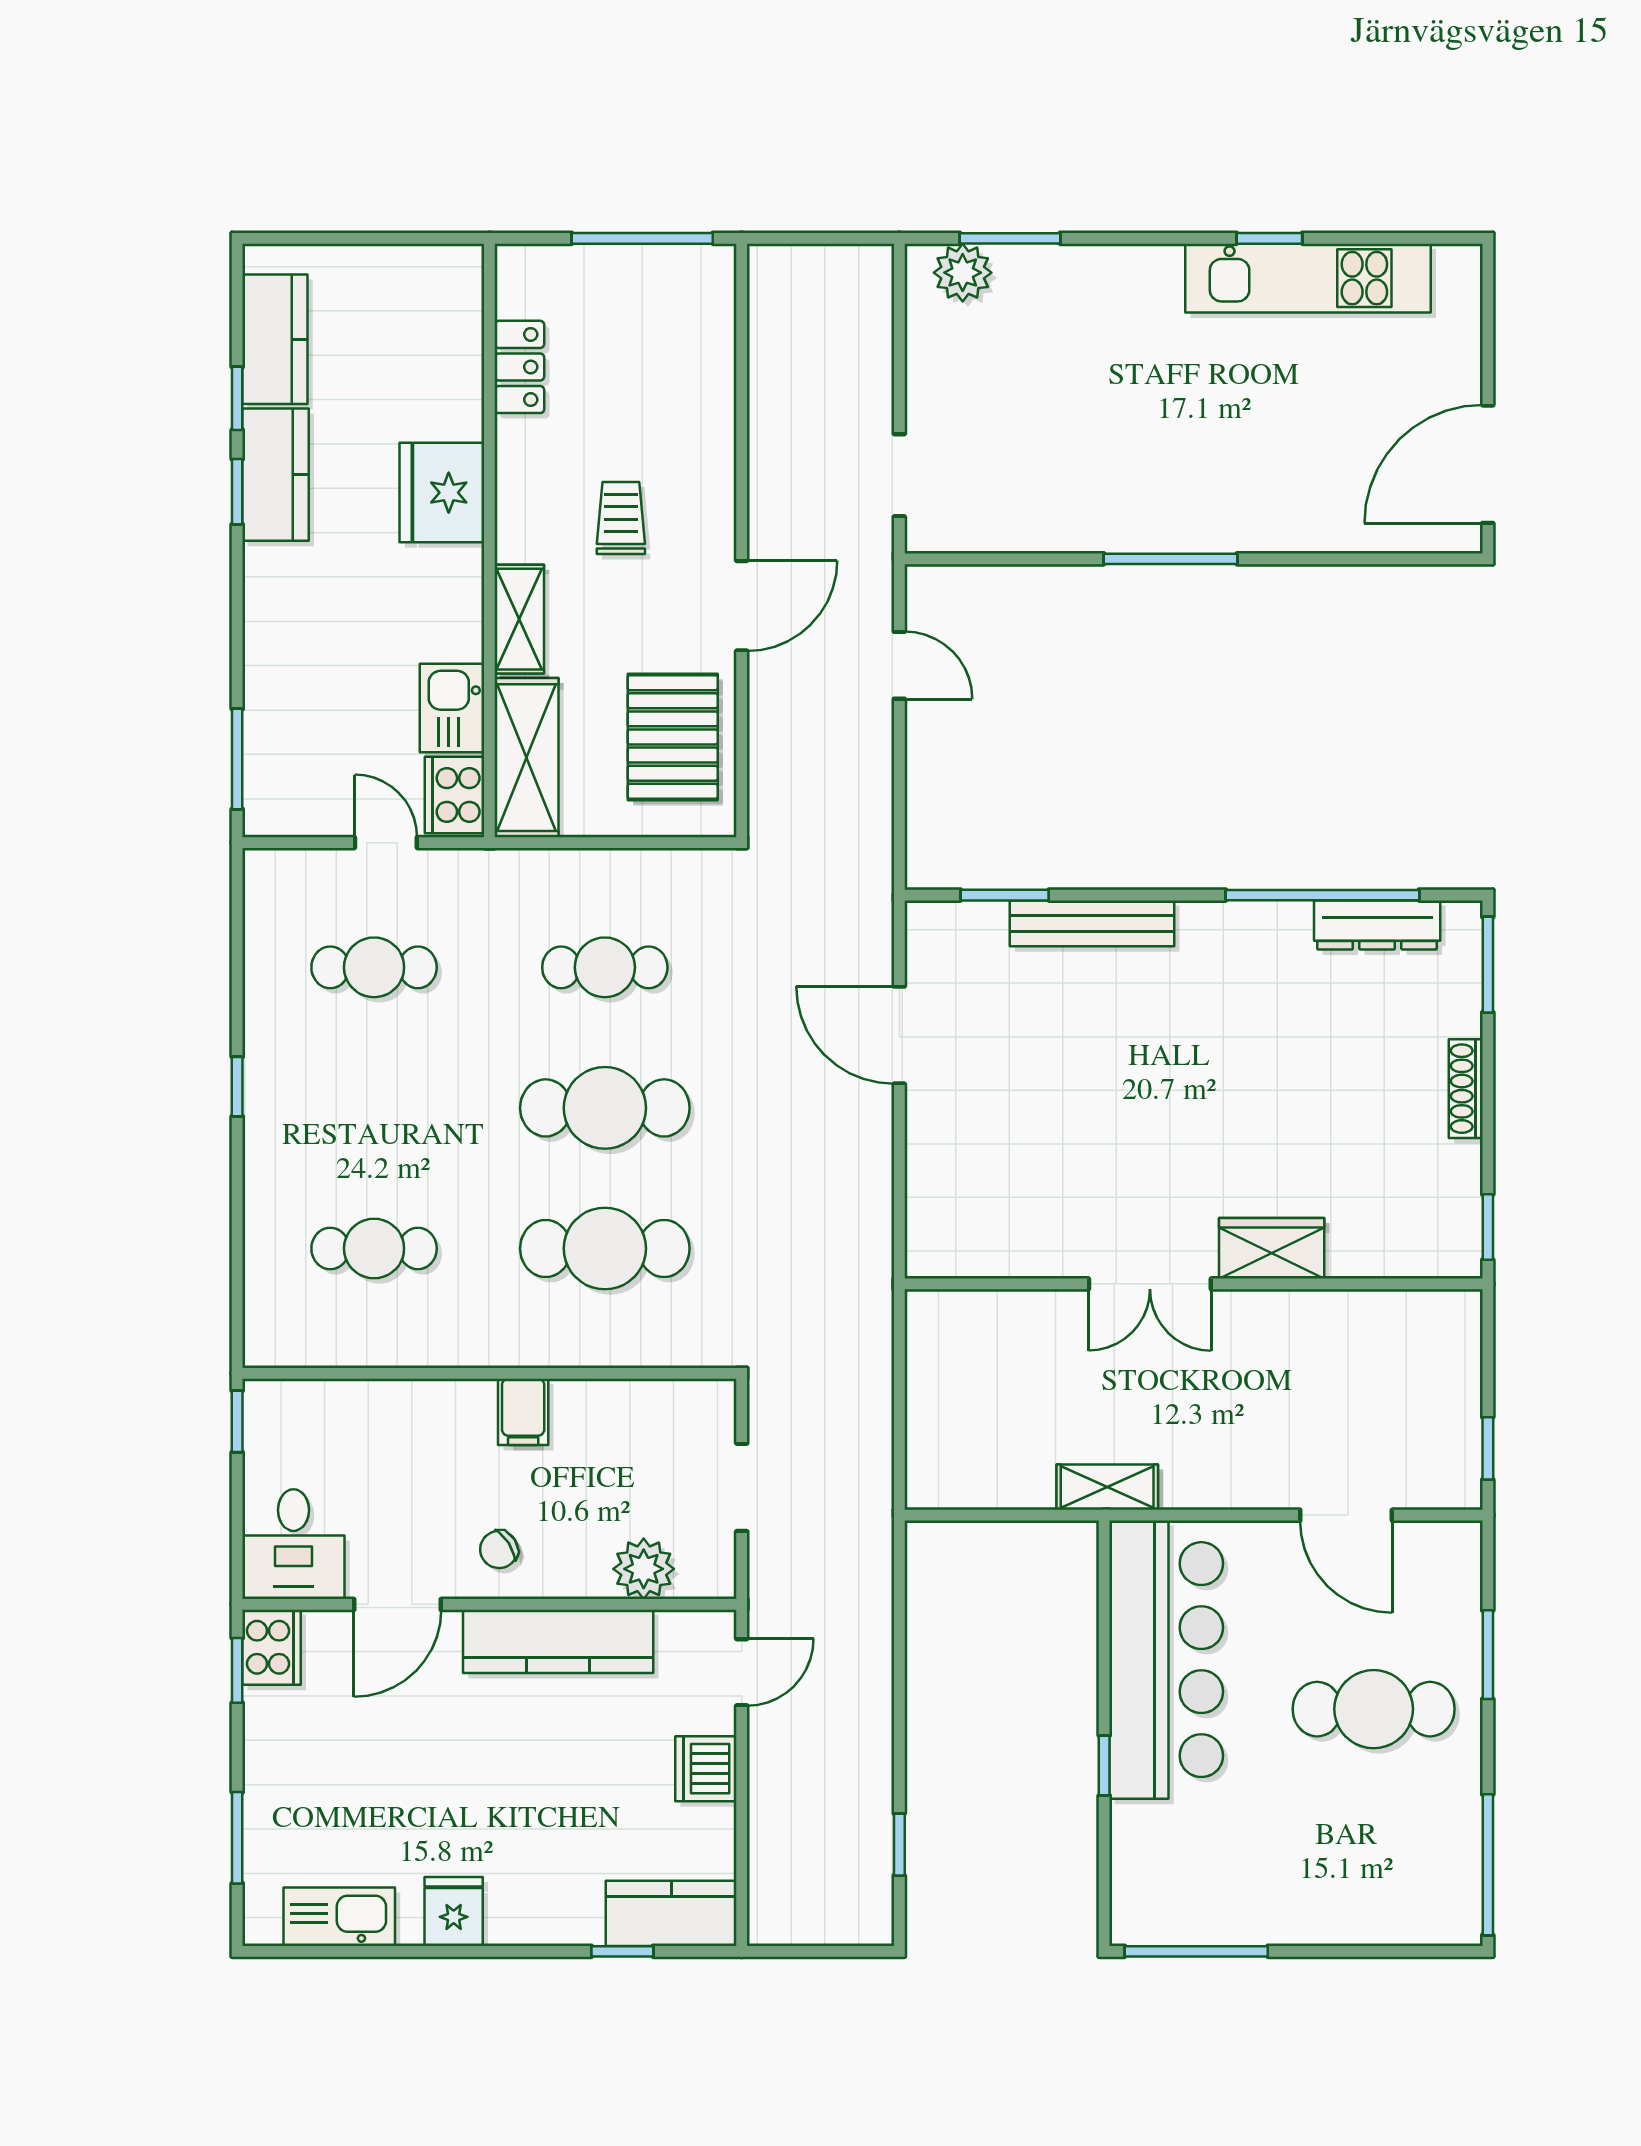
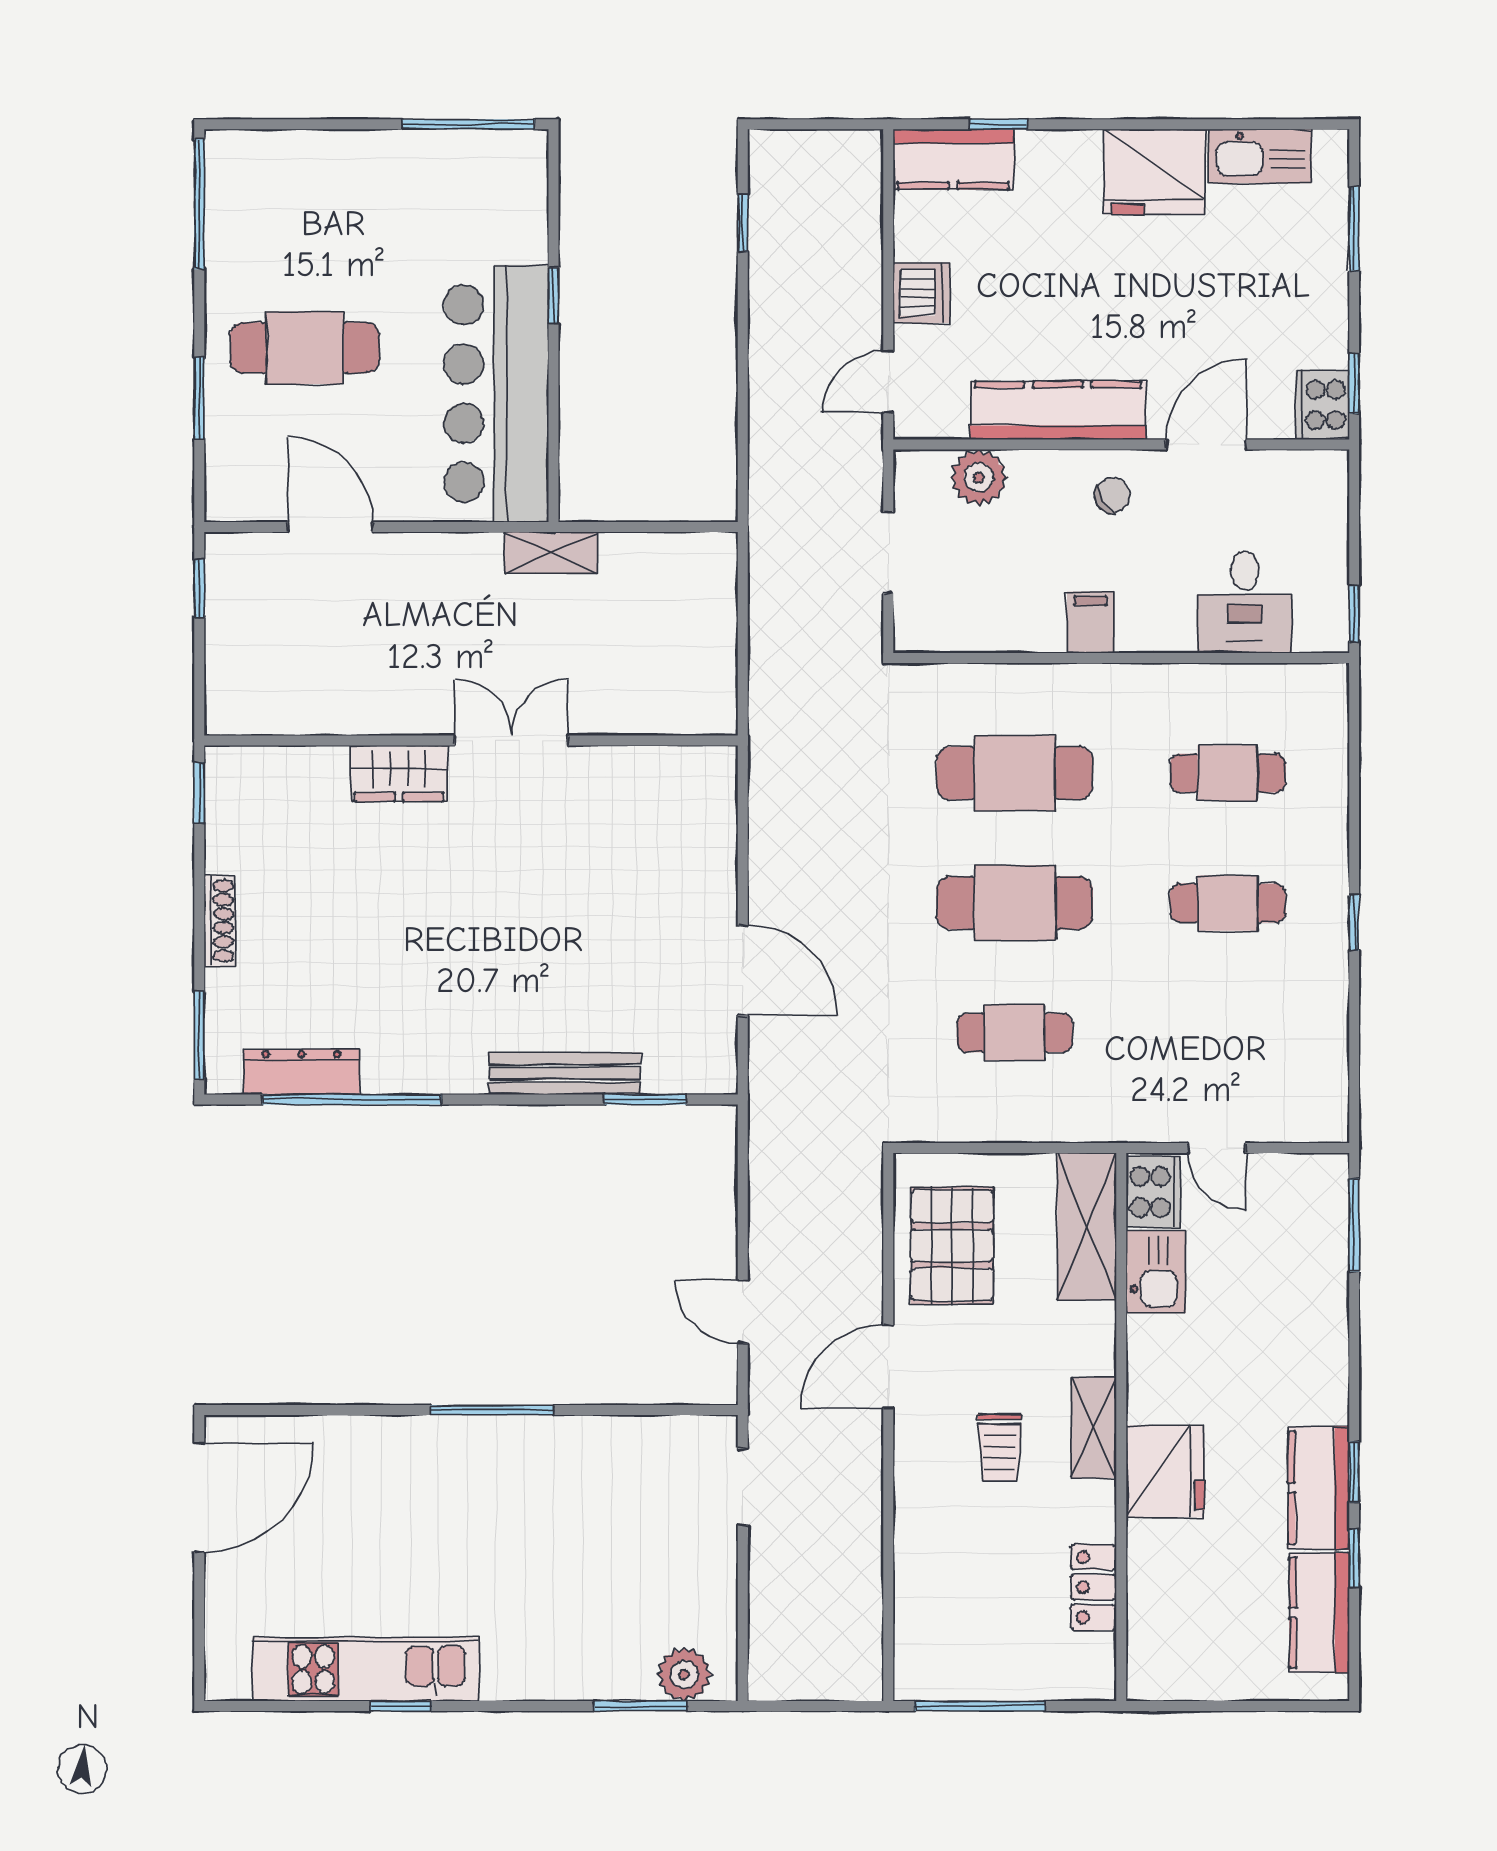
shelving: (519, 619) -> (1094, 1428), moved
cafe table: (374, 967) -> (1228, 903), moved
desk: (293, 1544) -> (1245, 602), moved, turned 180
fridge: (454, 1911) -> (1154, 172), width x1.88, depth x1.34

